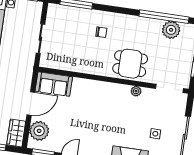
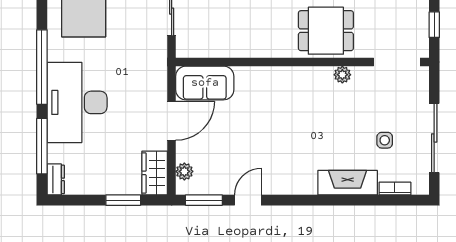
plant: (39, 131) -> (184, 171), width x0.53, depth x0.53

